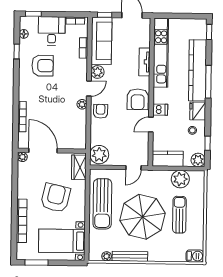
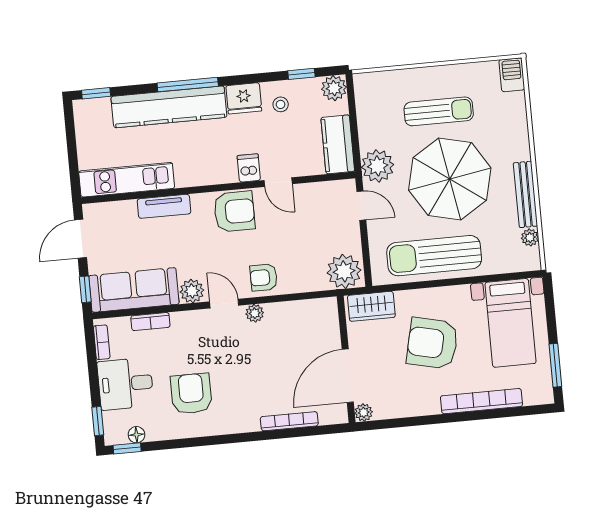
window: (17, 52) -> (127, 448), moved
kitchen unit: (161, 53) -> (127, 180), width x0.73
plant: (180, 179) -> (378, 166), moved
sun lounger: (102, 204) -> (434, 256), turned 180
sun lounger: (179, 215) -> (439, 111), turned 180

